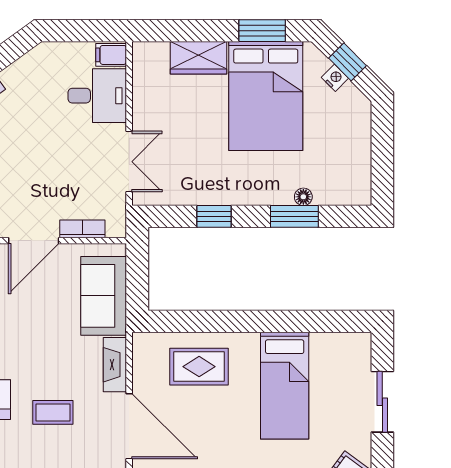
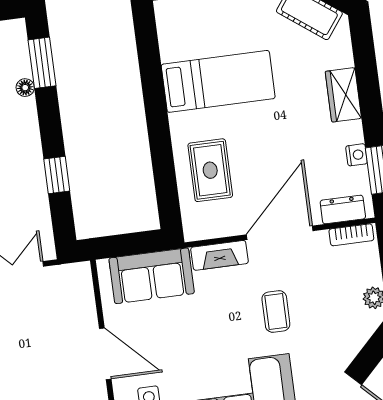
window: (294, 216) -> (42, 63), moved
bookcase: (82, 229) -> (87, 306), removed

